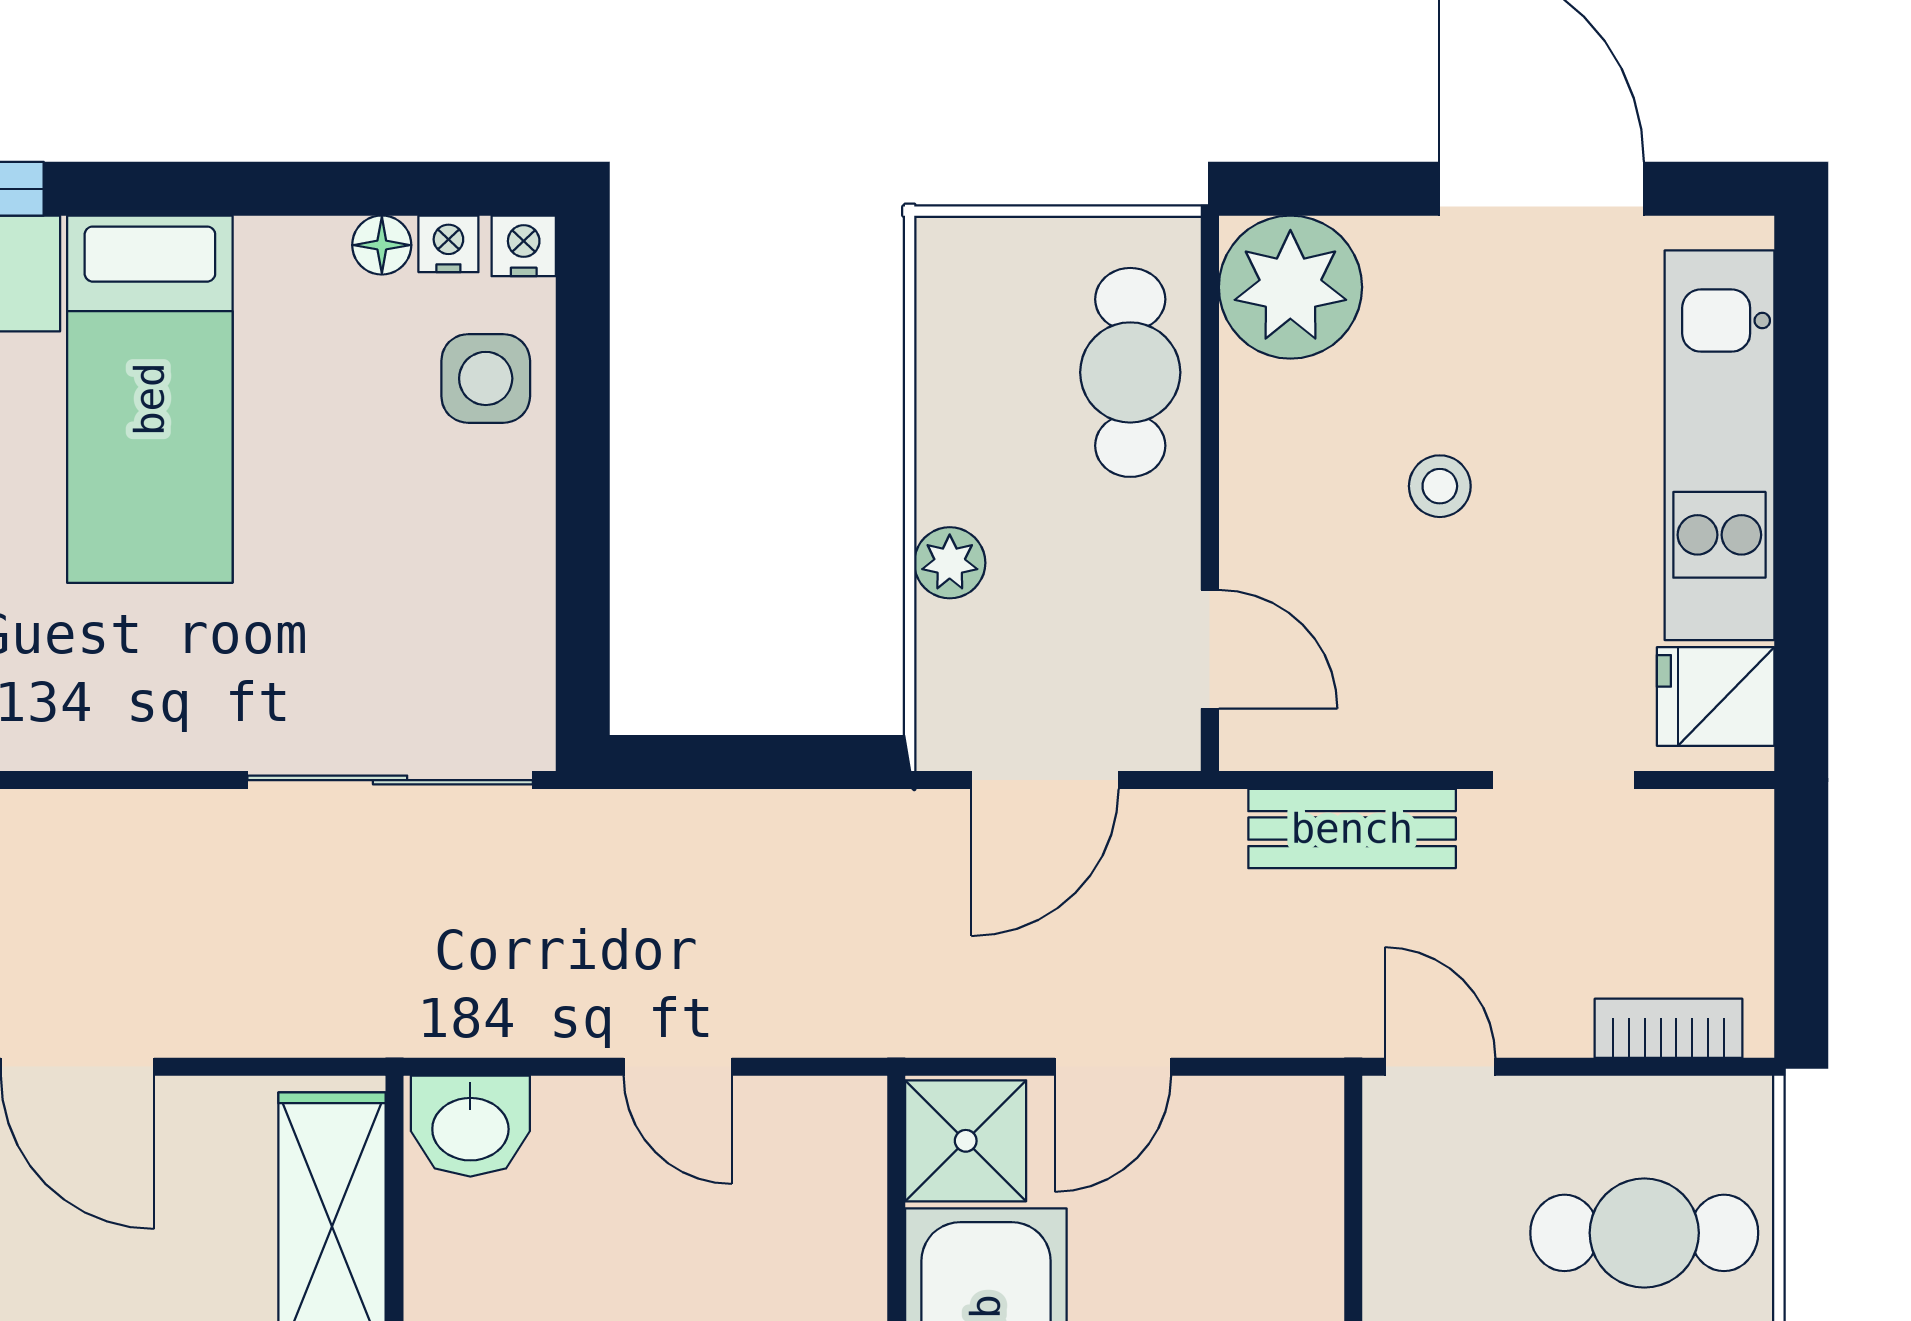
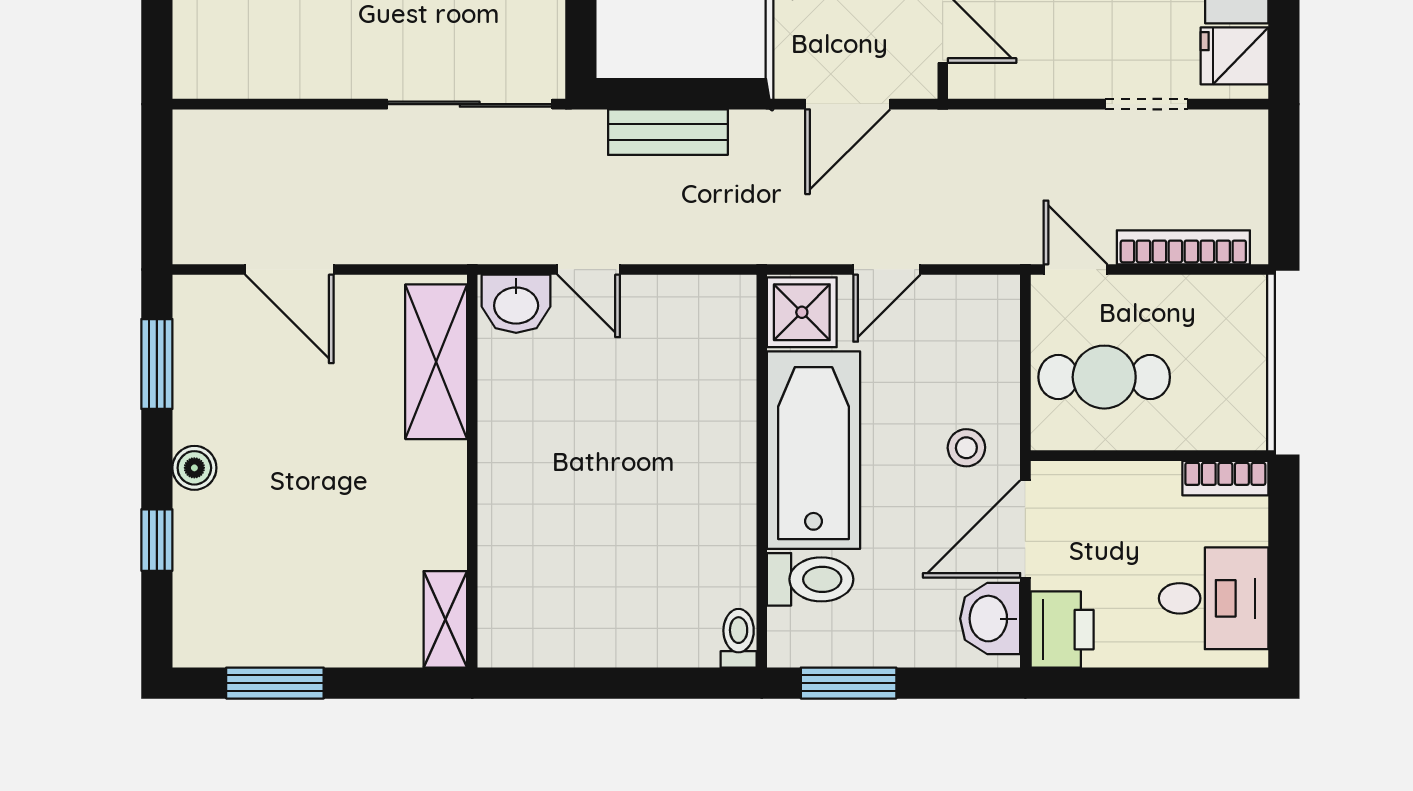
bench: (1352, 829) -> (668, 132), moved
bookcase: (1668, 1028) -> (1183, 247), width x1.56
door: (678, 1067) -> (589, 270), moved
cafe table: (1644, 1233) -> (1104, 377), moved

